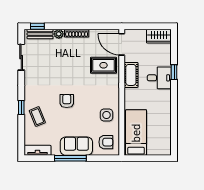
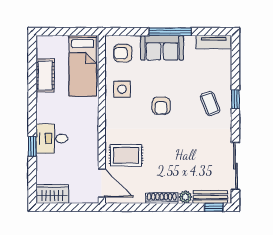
sliding door: (21, 57) -> (235, 166), width x1.37
cot: (131, 75) -> (45, 75), moved
armchair: (67, 101) -> (161, 106), moved
coffee table: (37, 117) -> (210, 104), moved

